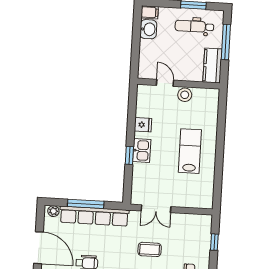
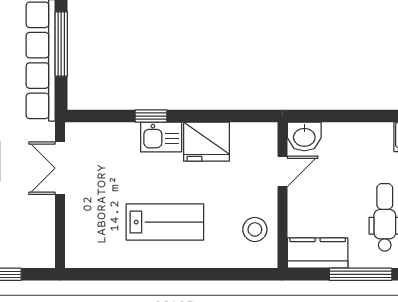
washbasin: (148, 29) -> (304, 137), moved
stool: (185, 95) -> (255, 229), moved
fridge: (143, 125) -> (206, 142), width x1.88, depth x1.34

